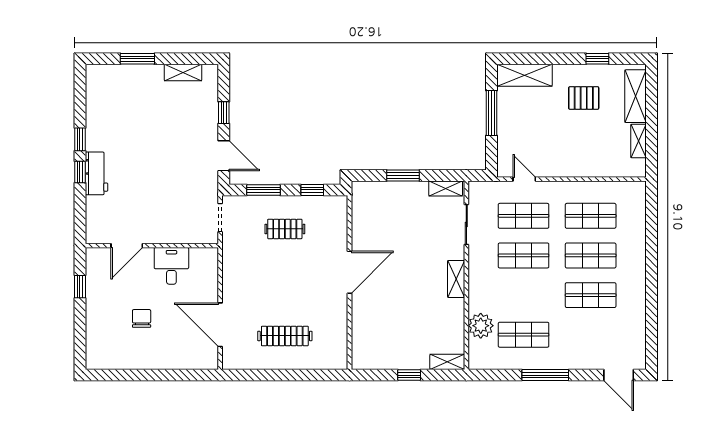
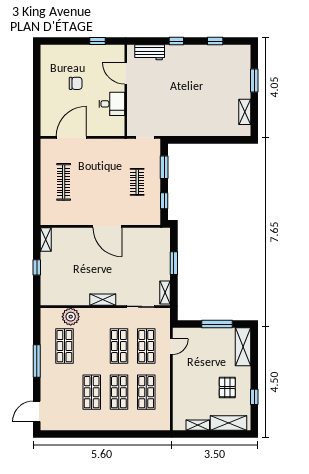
window: (224, 113) -> (217, 140), removed
window: (80, 139) -> (215, 41), moved
door: (224, 156) -> (188, 140), removed
workbench: (96, 173) -> (150, 52), moved
shelving: (447, 362) -> (46, 239), moved

